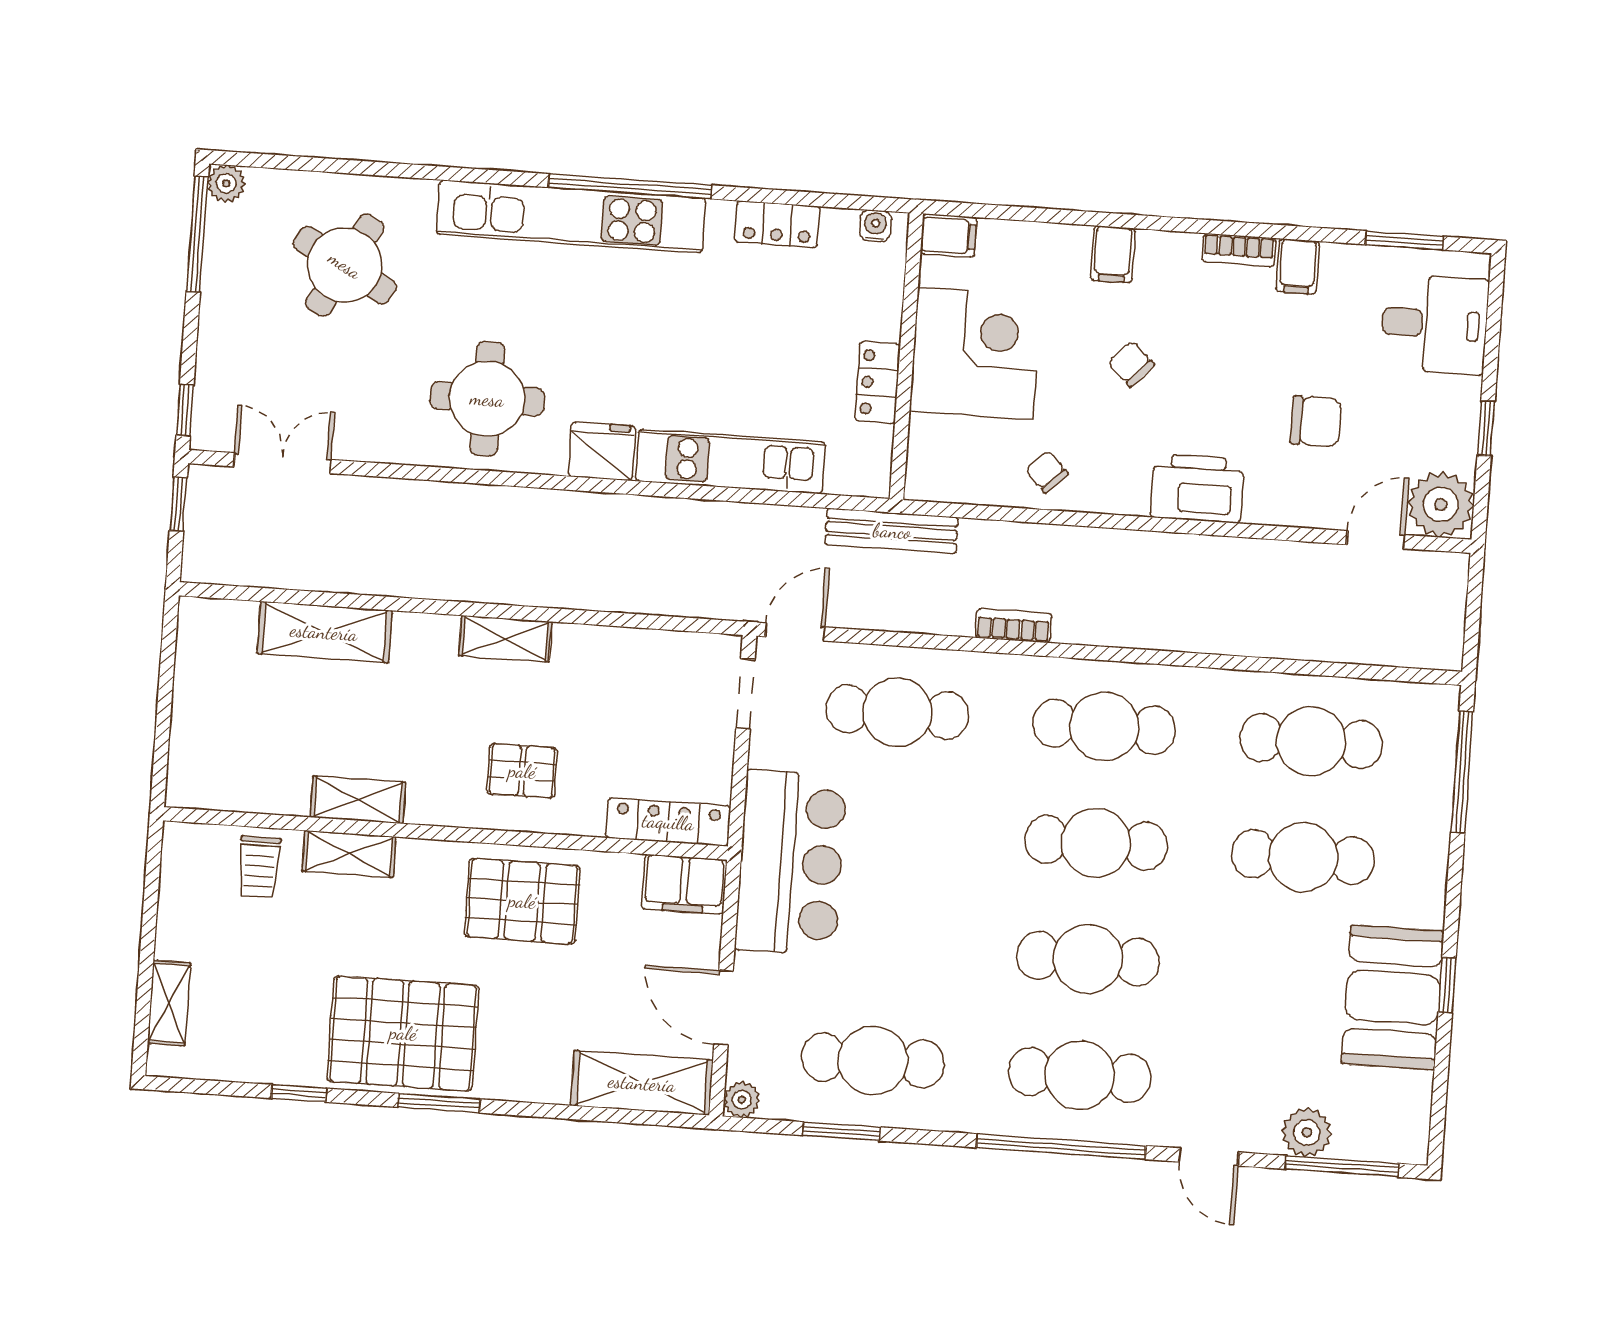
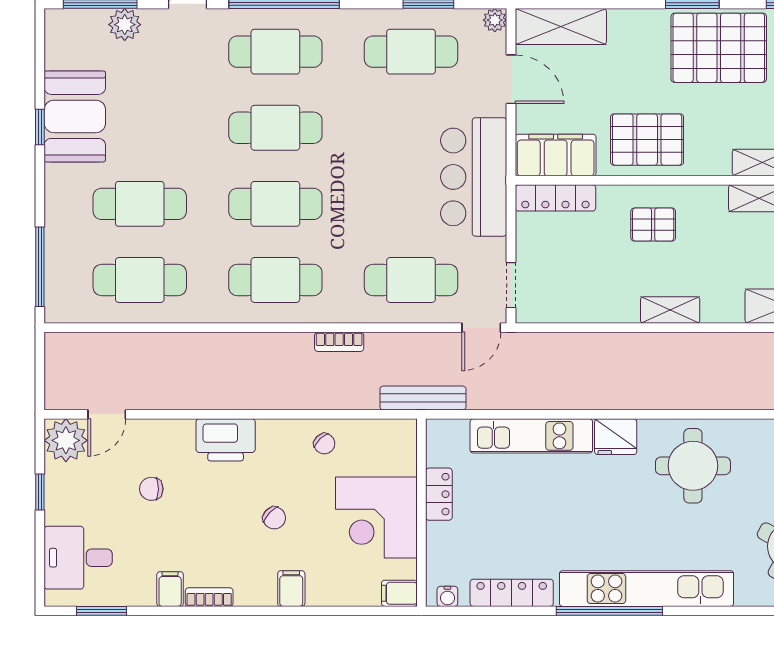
locker: (777, 224) -> (512, 593), width x1.53
chair: (1316, 421) -> (151, 489), width x0.73, depth x0.73
filing cabinet: (684, 884) -> (556, 155), width x1.50, depth x1.17

